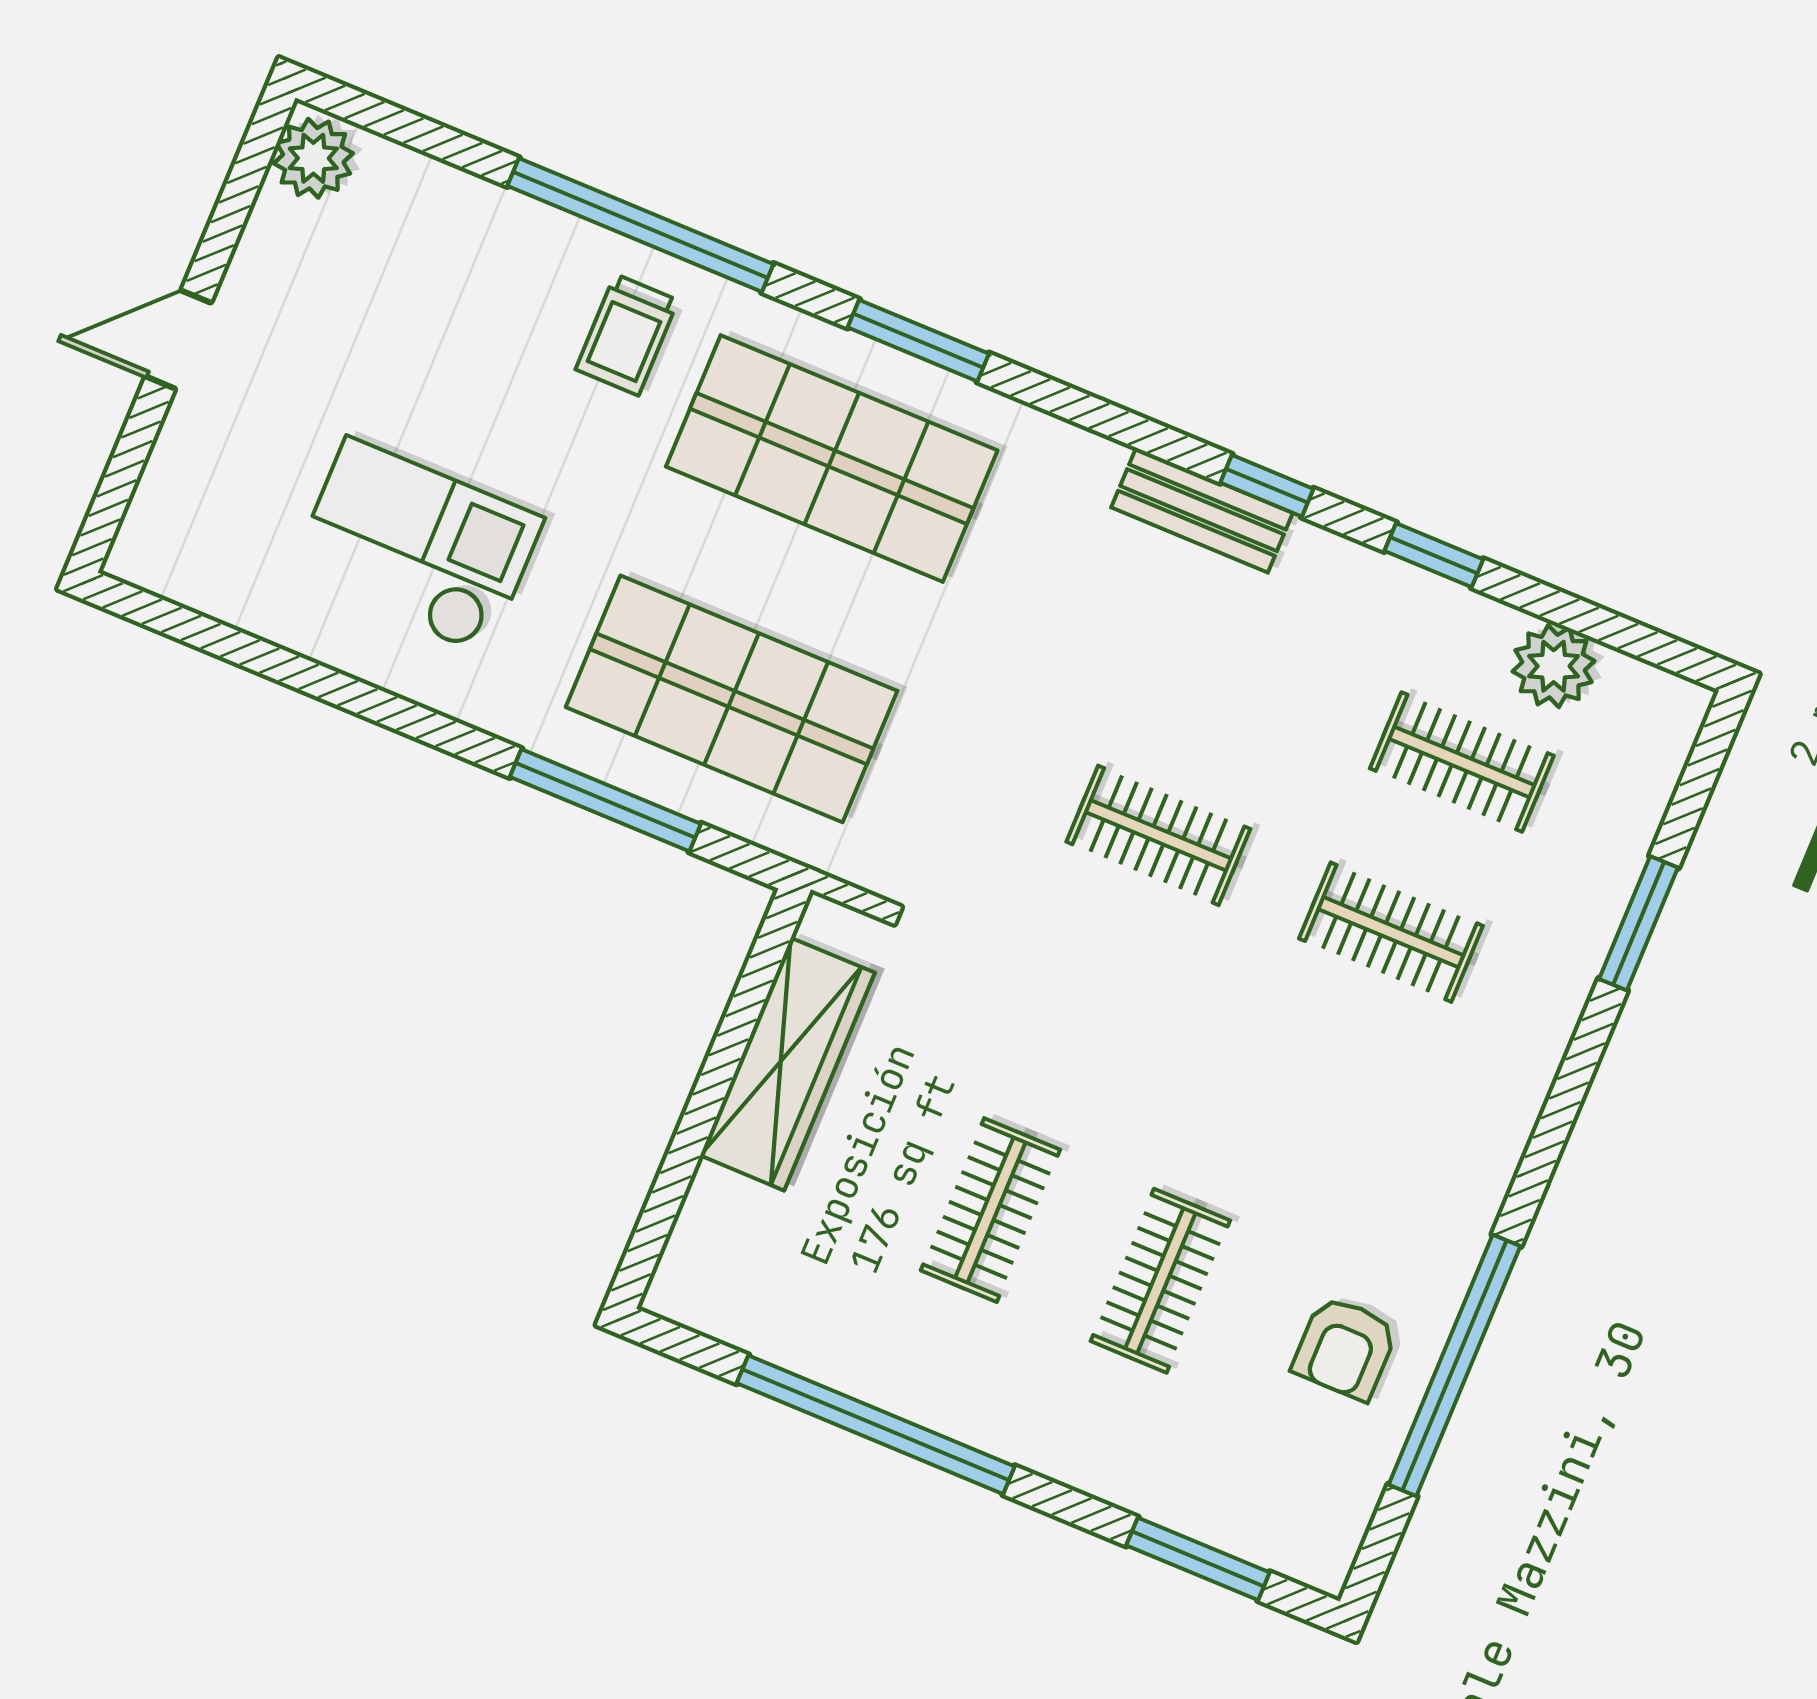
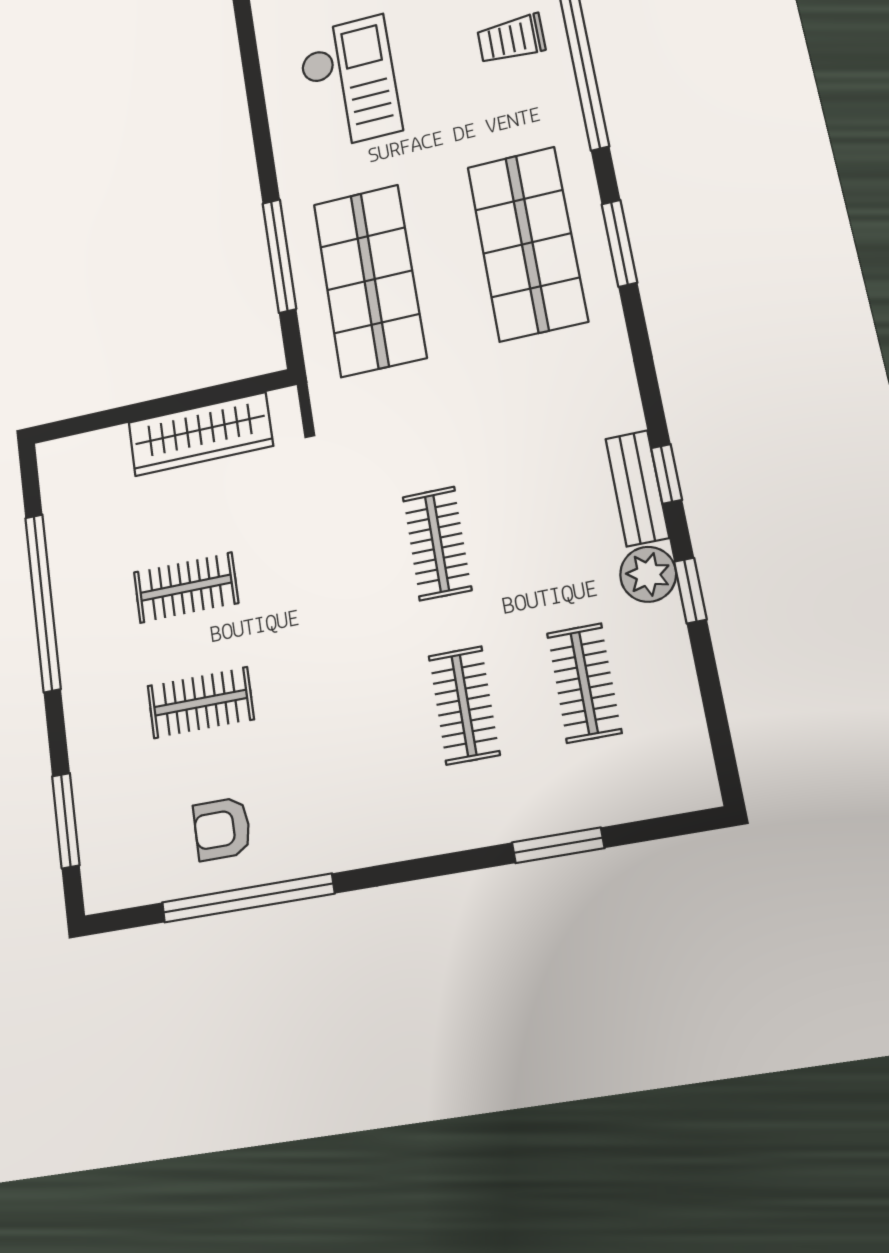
trolley: (627, 335) -> (511, 39), moved
bench: (1202, 510) -> (637, 488), moved
plant: (1554, 666) -> (648, 574), moved

